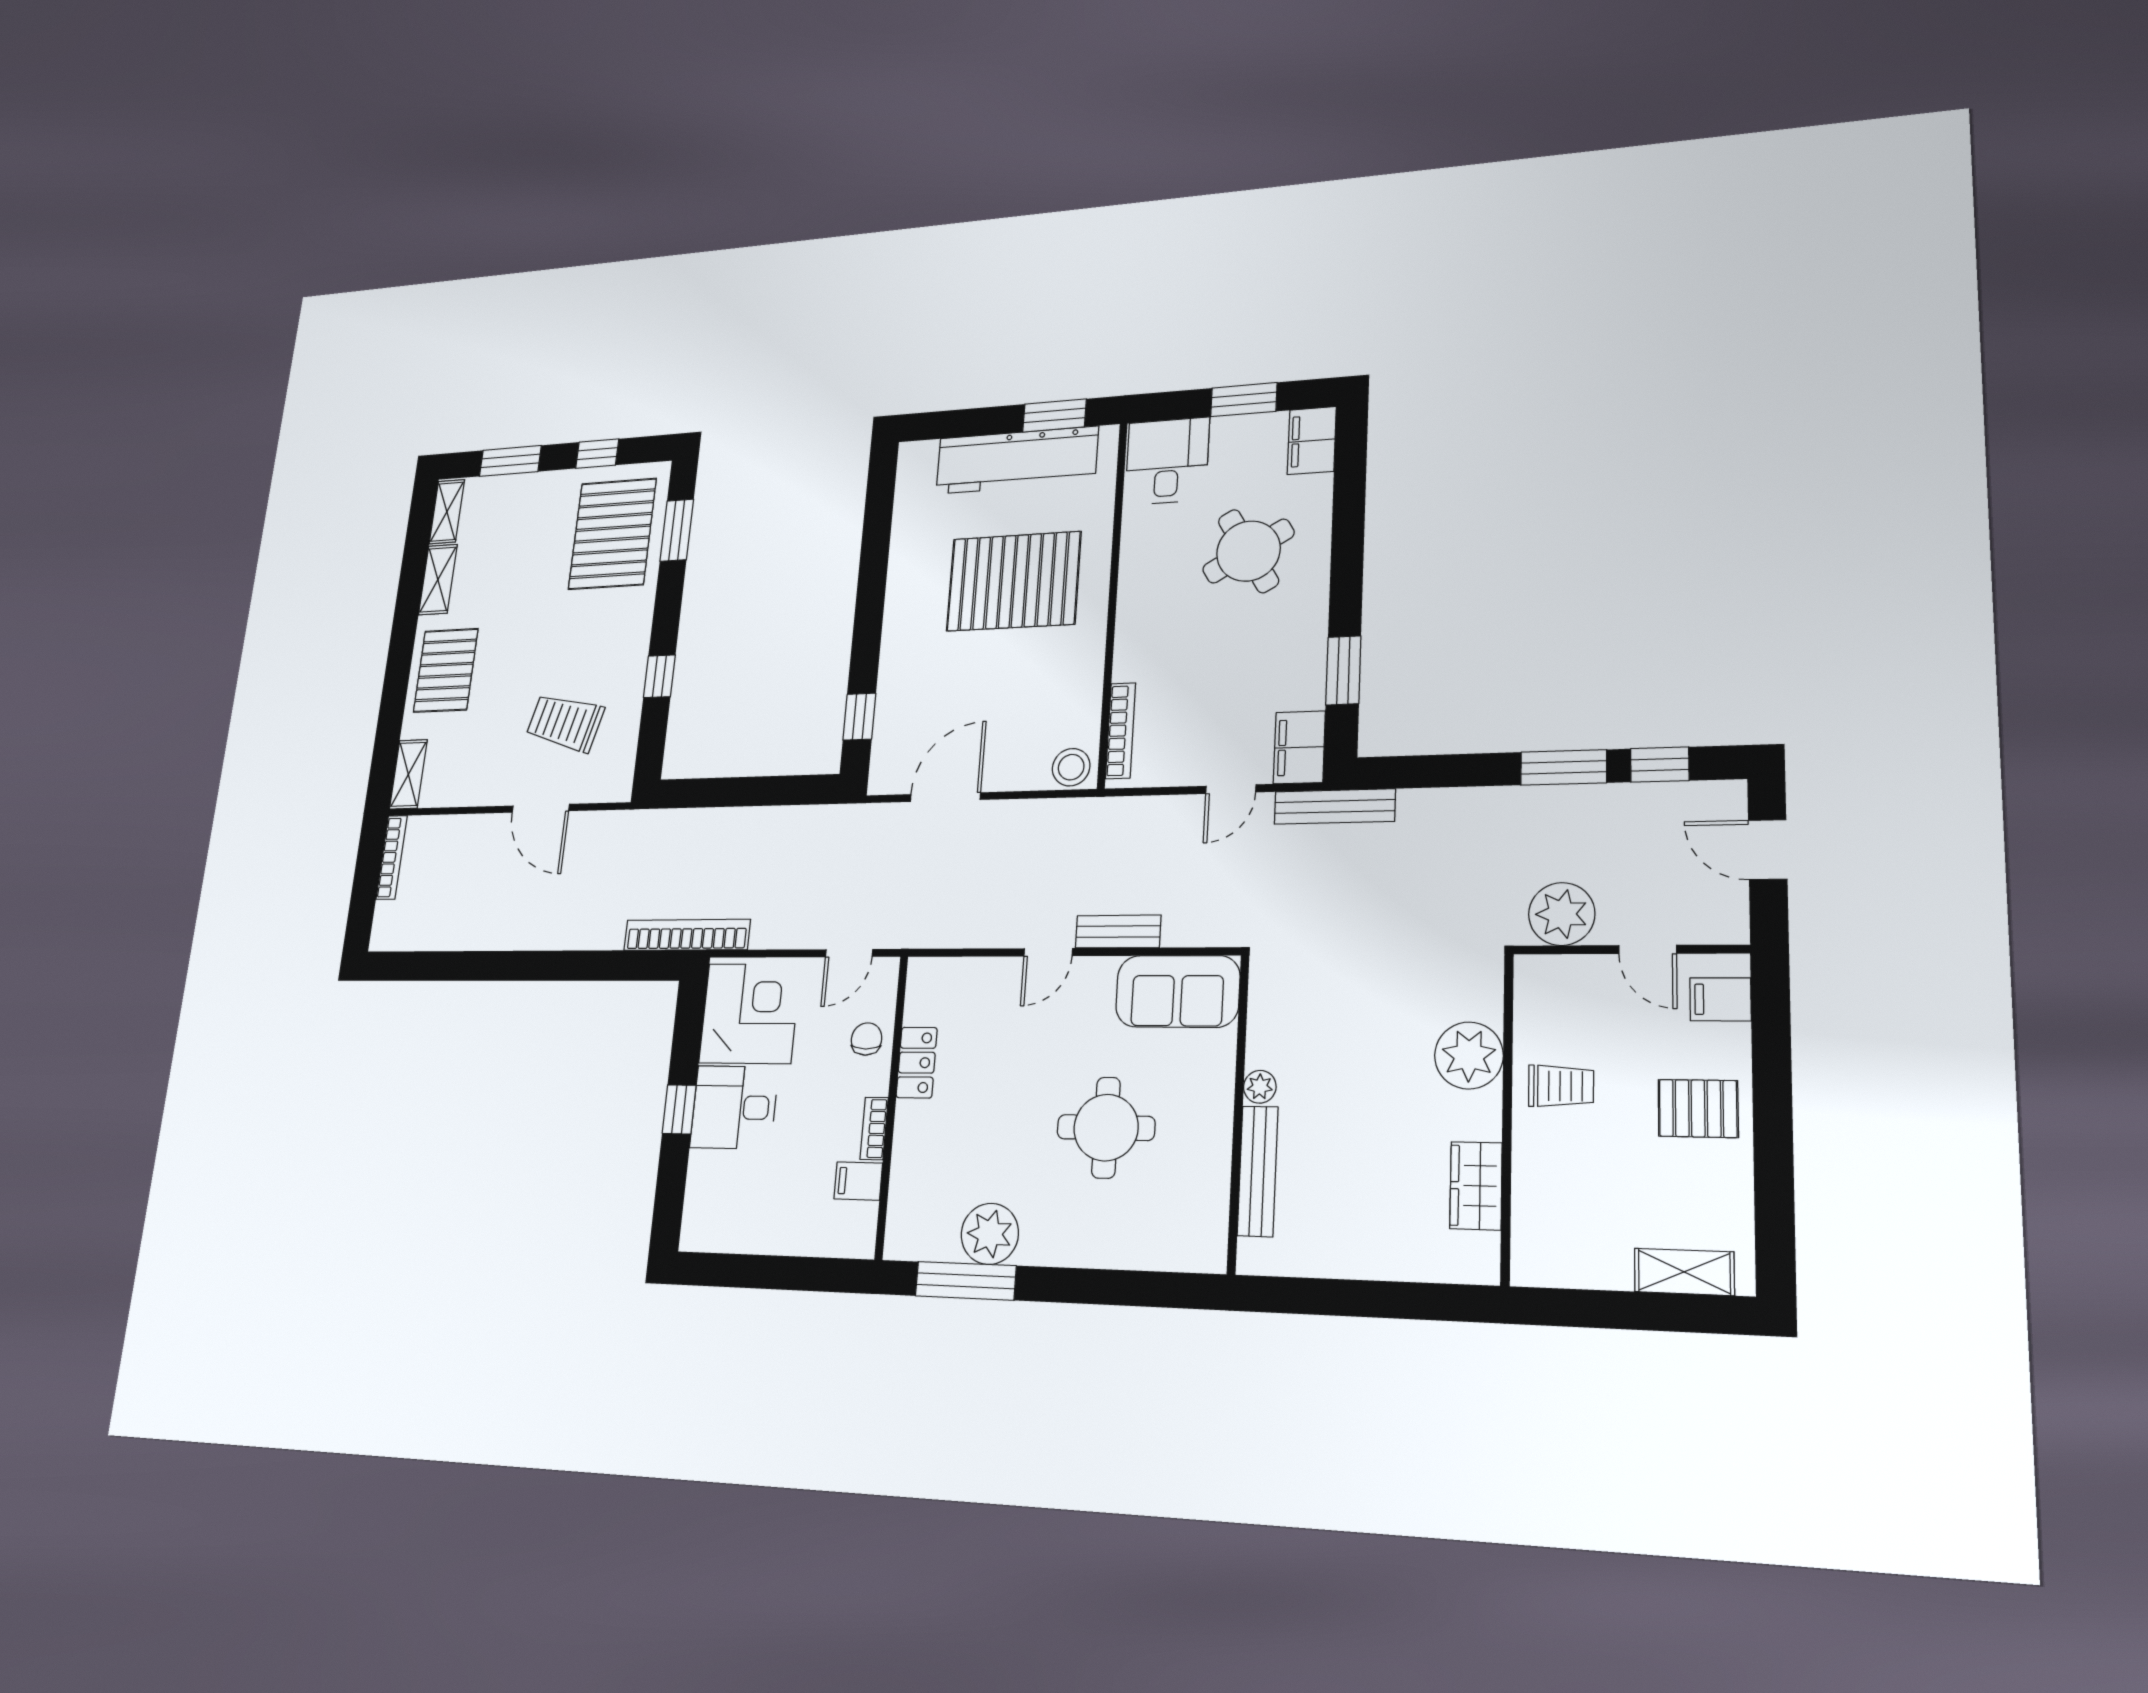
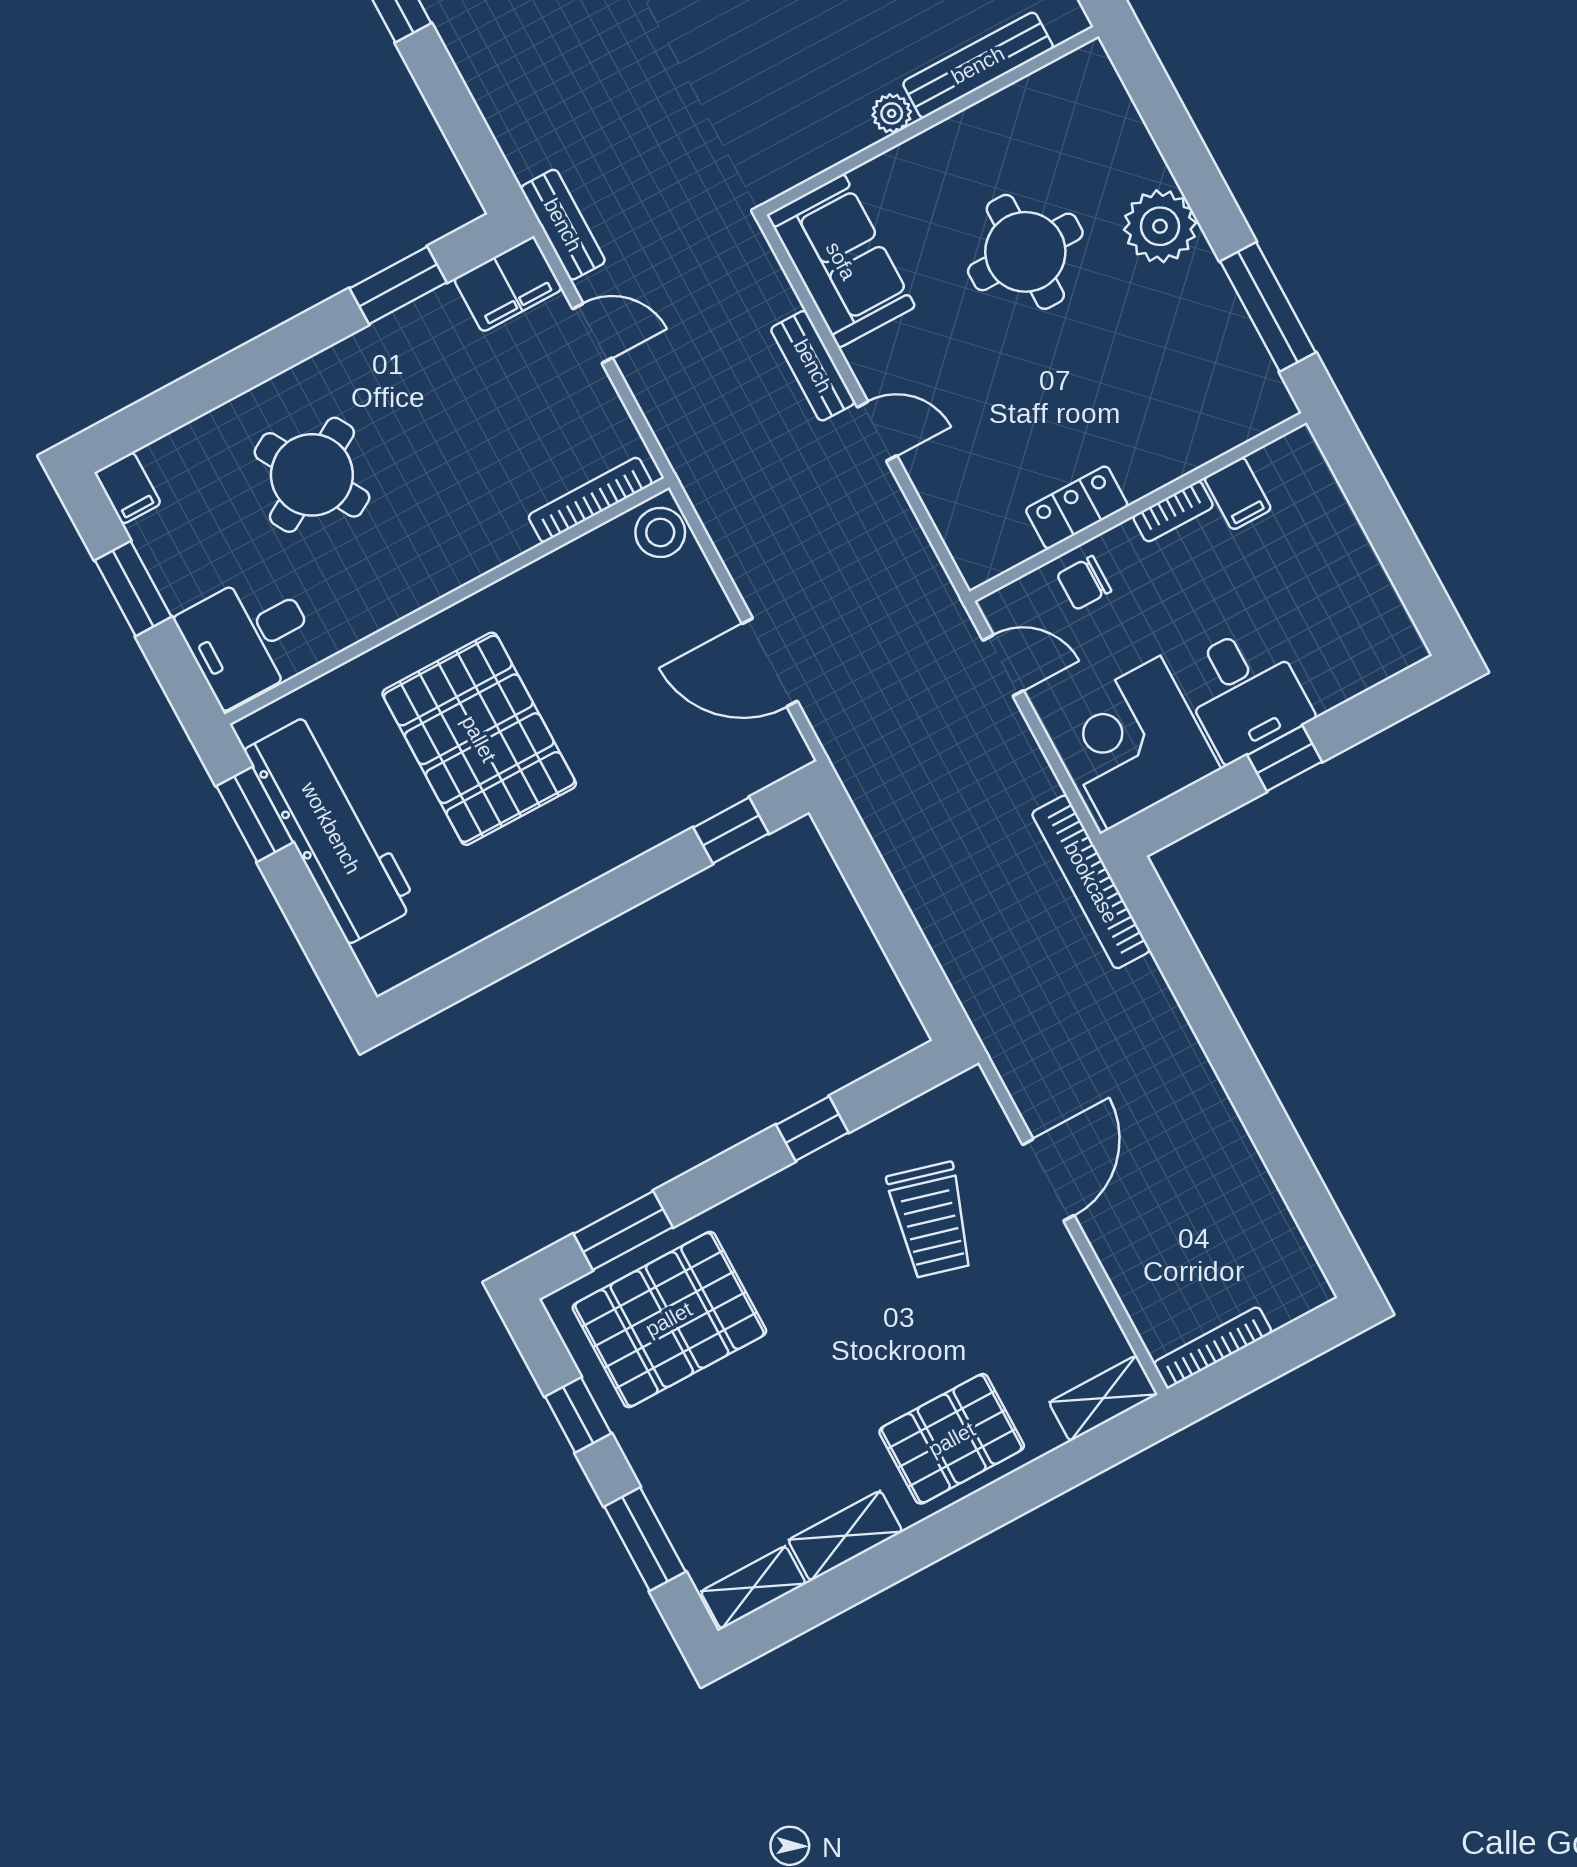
filing cabinet: (1312, 441) -> (128, 488), width x0.50
bench: (1335, 807) -> (563, 225), width x0.73
plant: (990, 1234) -> (1160, 226), moved

